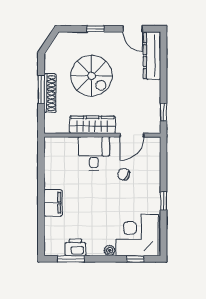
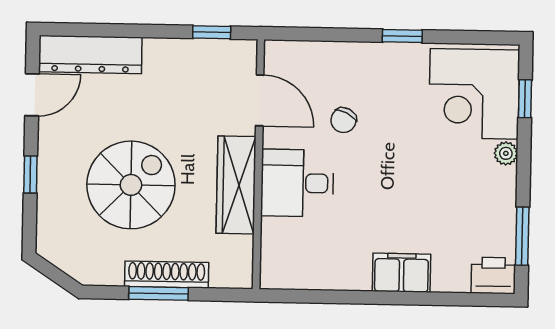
printer: (75, 247) -> (493, 276), moved, turned 90

